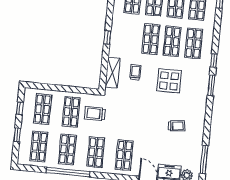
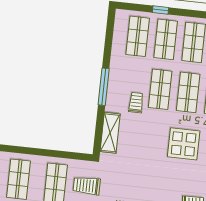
window: (107, 37) -> (104, 87), width x2.17
trolley: (135, 72) -> (136, 103), moved

